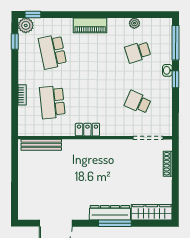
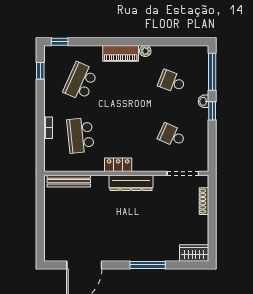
plant: (134, 23) -> (145, 51), moved
plant: (26, 25) -> (52, 53), removed
school desk: (52, 52) -> (80, 82), turned 36
school desk: (138, 52) -> (172, 82), turned 39
wardrobe: (152, 212) -> (194, 253), width x0.67
dresser: (110, 213) -> (131, 183), moved, turned 180

